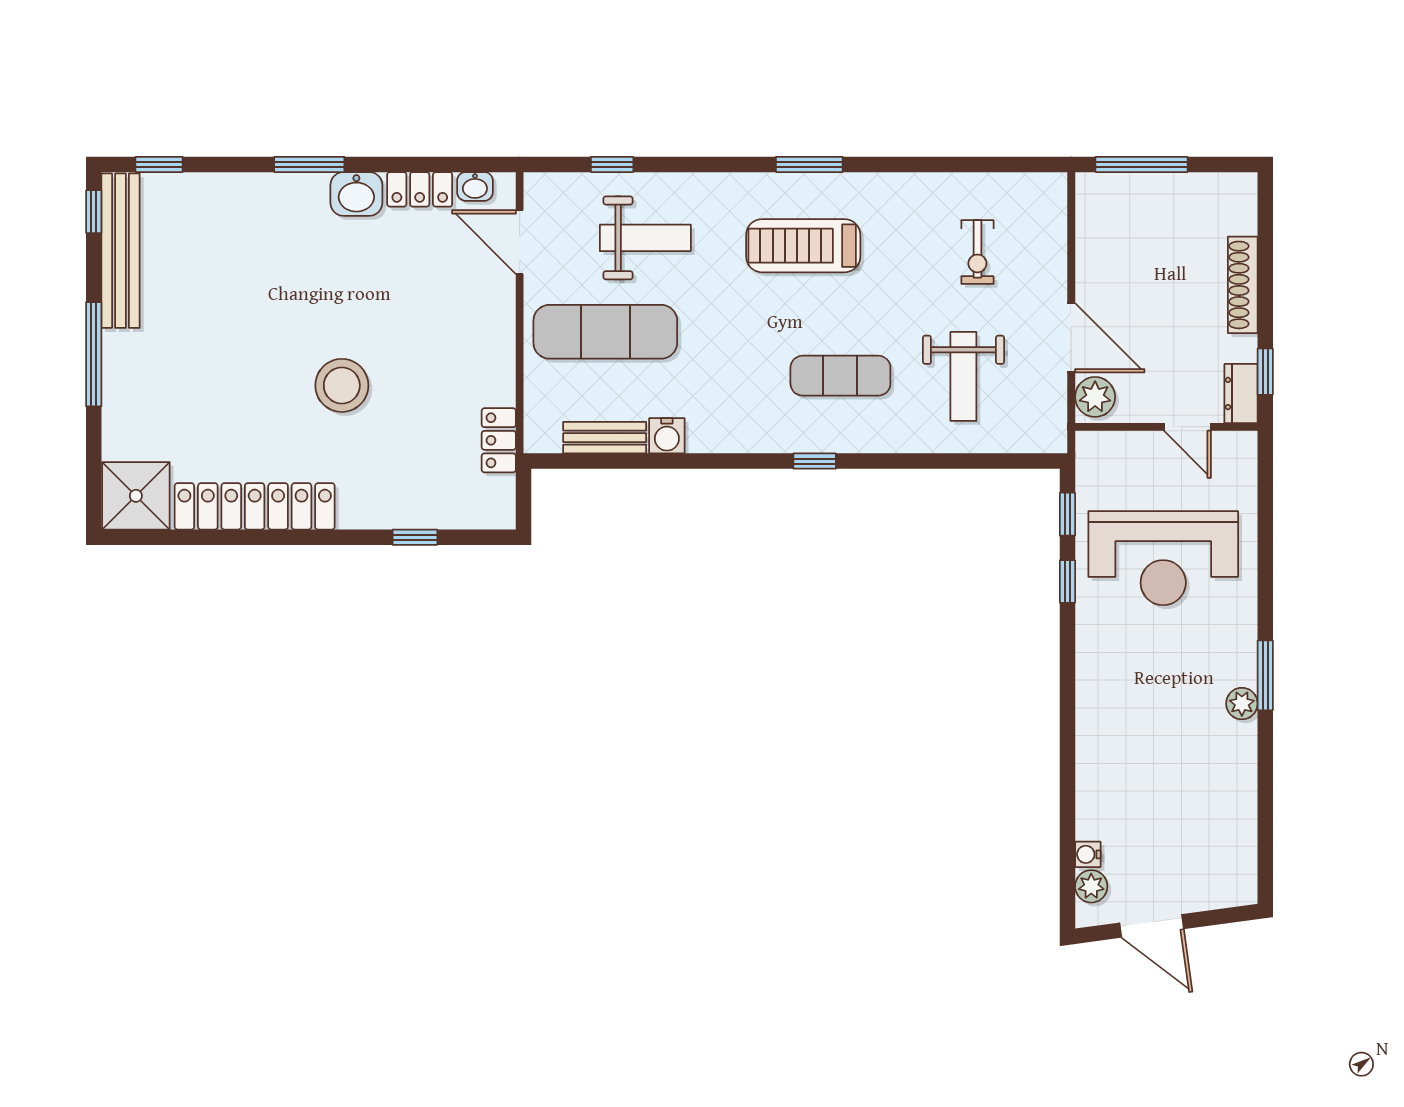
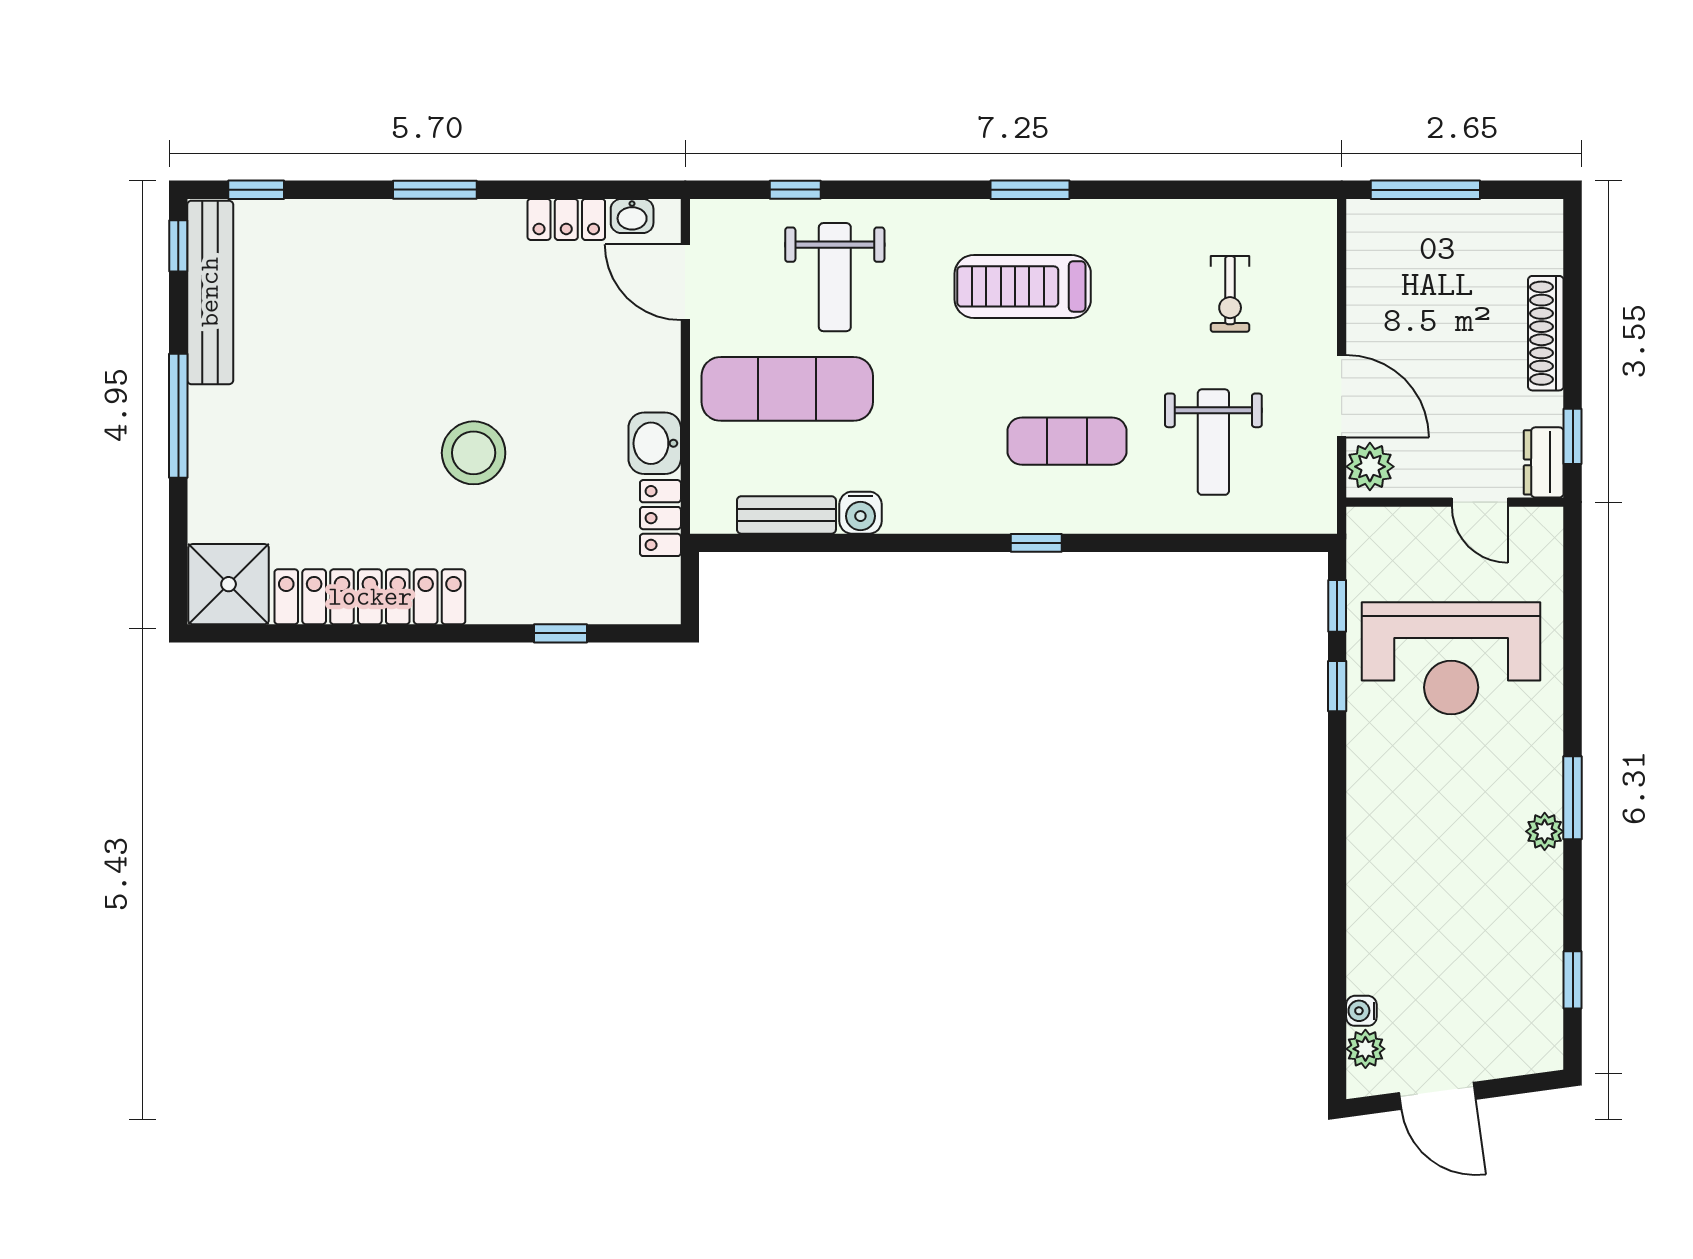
washbasin: (356, 194) -> (655, 443), moved, turned 90
weight bench: (645, 238) -> (835, 277), turned 90
window: (1265, 828) -> (1573, 980), added

